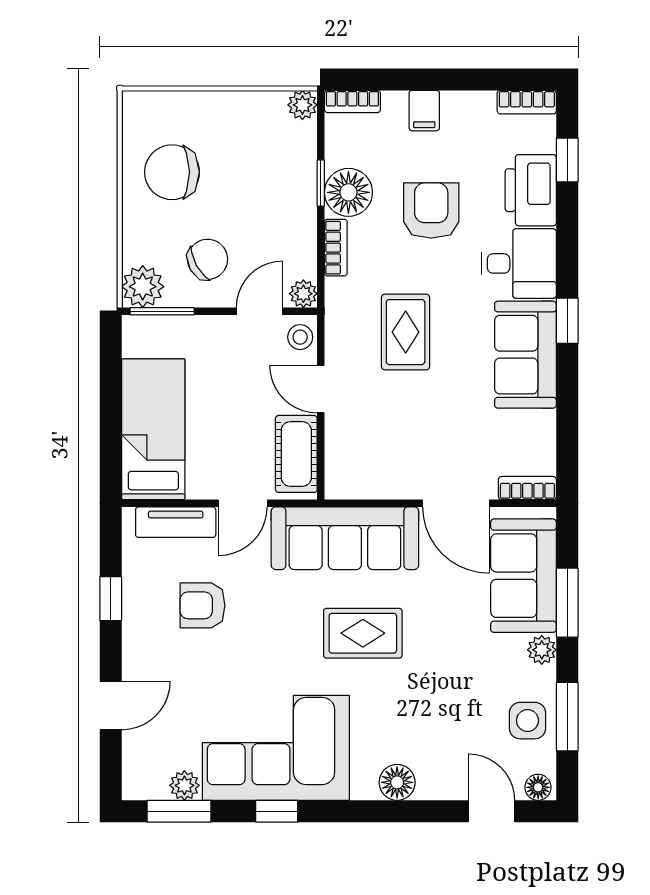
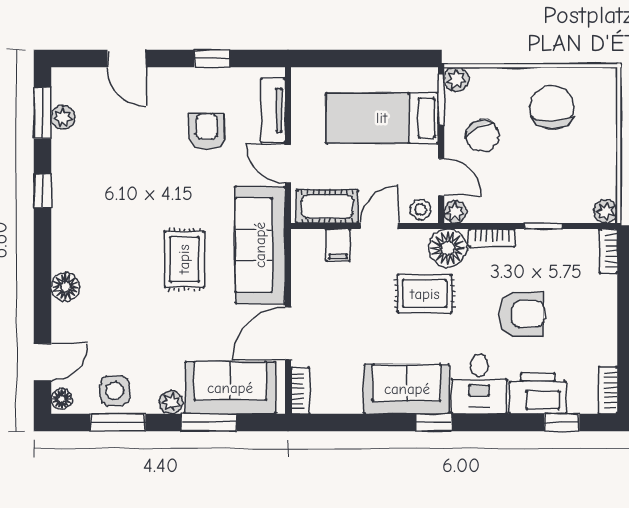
filing cabinet: (424, 111) -> (338, 245), moved, turned -90
floor lamp: (348, 192) -> (448, 248), moved
plant: (143, 287) -> (456, 79), width x0.73, depth x0.73
bed: (153, 429) -> (382, 118), moved, turned 180
corner sofa: (276, 748) -> (93, 190), removed

